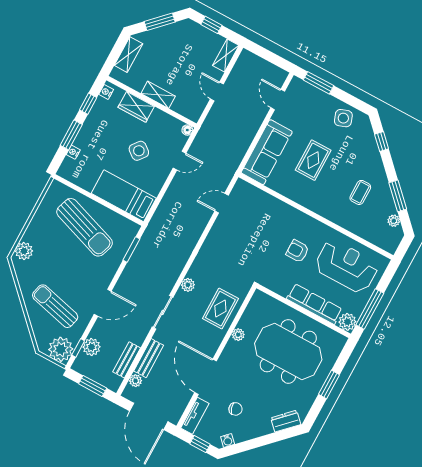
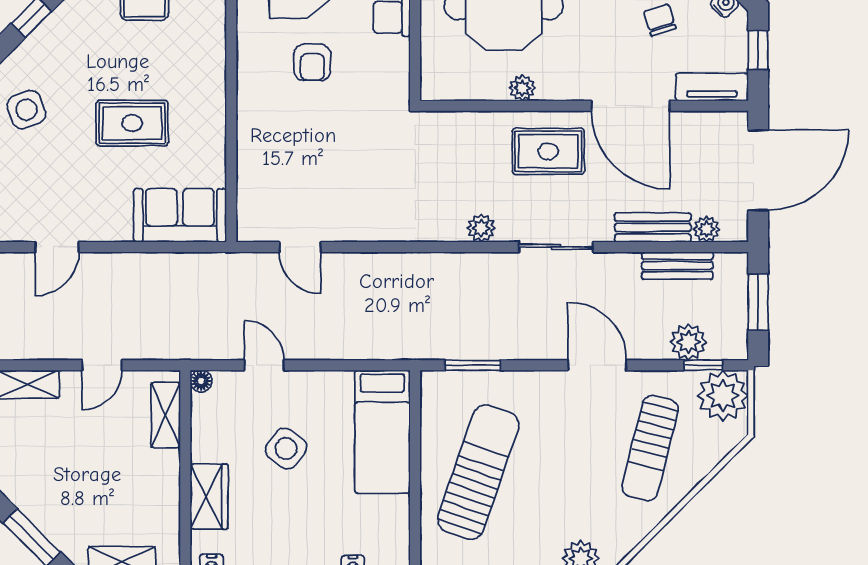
shelving: (158, 95) -> (166, 415), moved
sofa: (267, 152) -> (180, 215), width x0.73
rug: (220, 309) -> (548, 151), moved
door: (206, 377) -> (631, 106), hinge flipped

